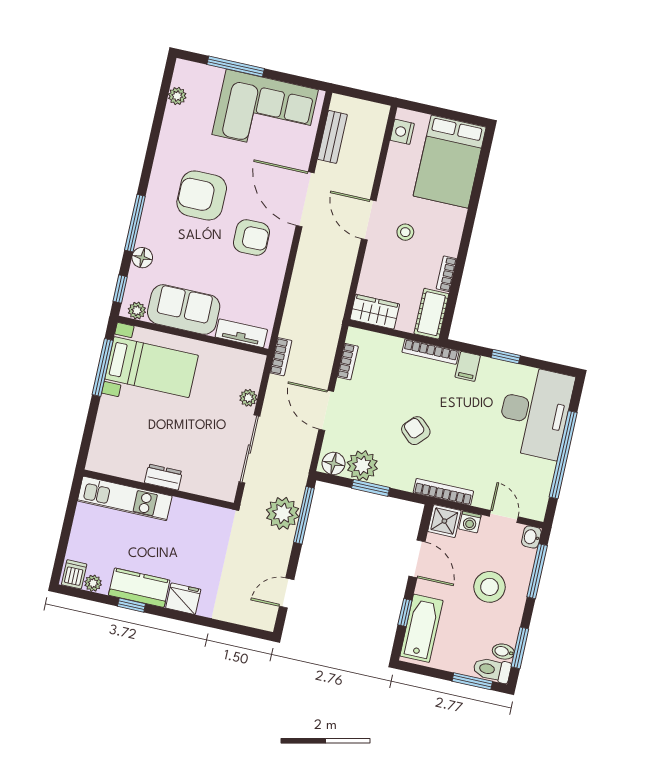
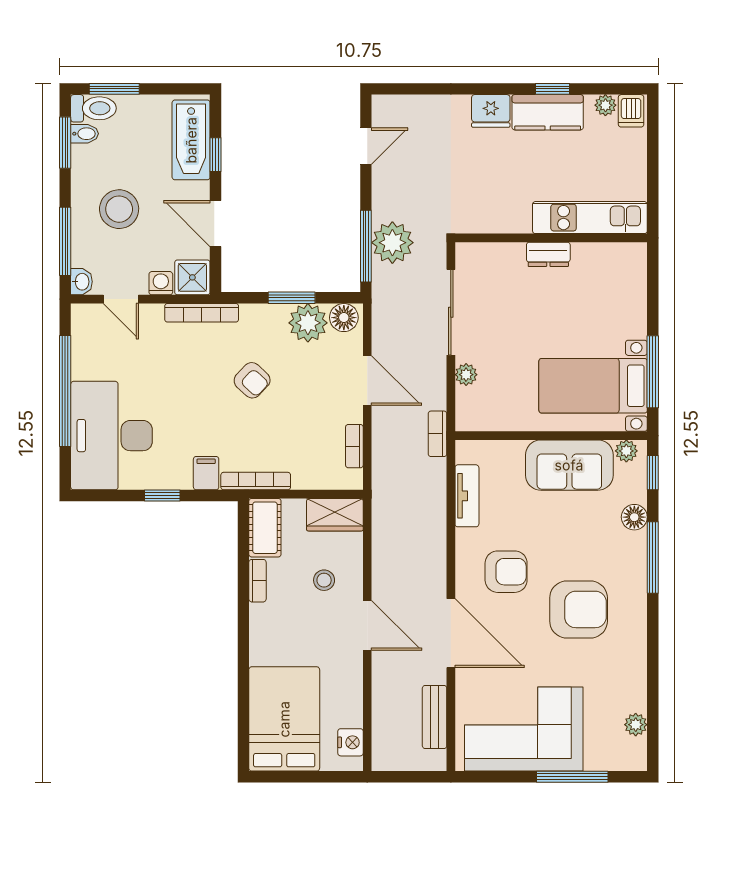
stool: (405, 232) -> (324, 580), moved
armchair: (251, 238) -> (506, 572), turned 180
tv unit: (241, 333) -> (467, 496), moved, turned -90

